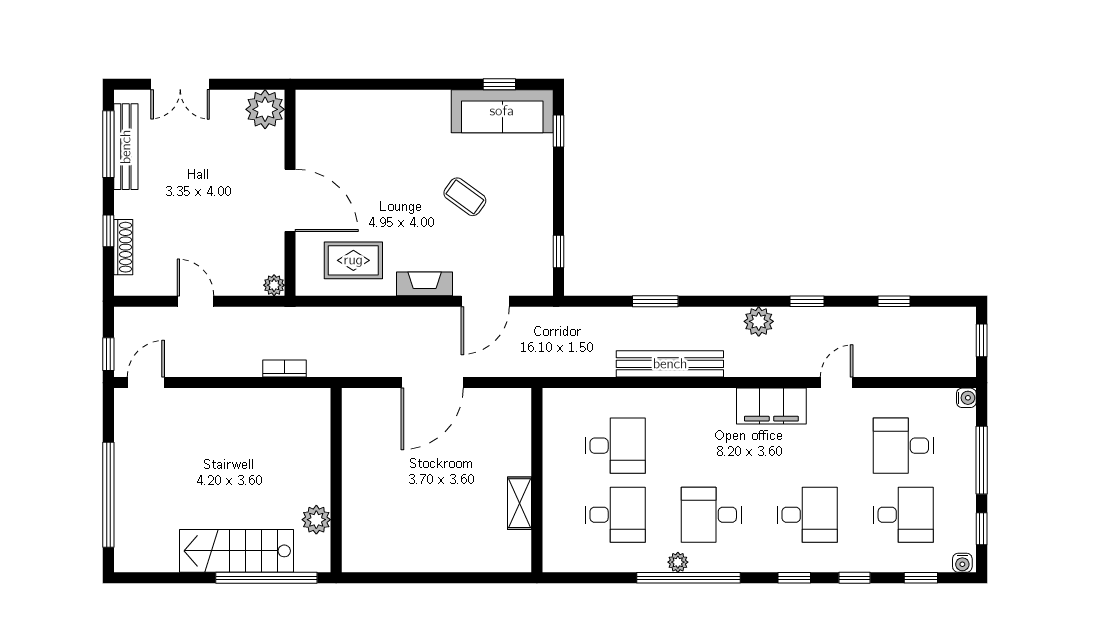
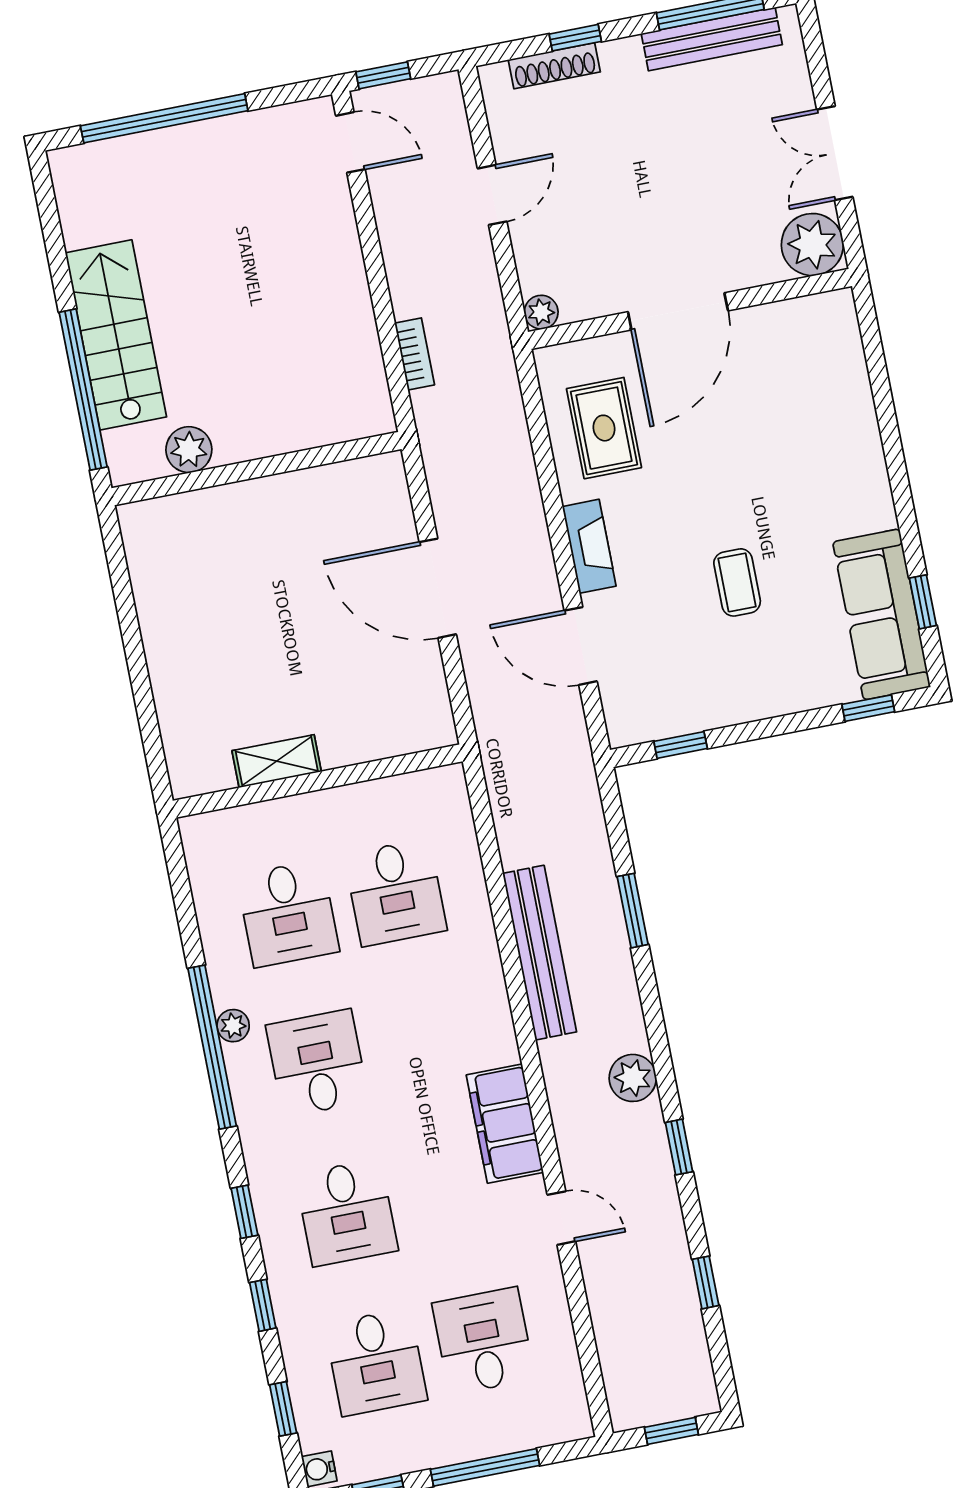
double door: (180, 84) -> (835, 153), moved
coffee table: (465, 197) -> (737, 582), turned -36
water cooler: (966, 398) -> (577, 1425), removed

